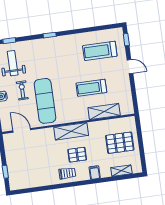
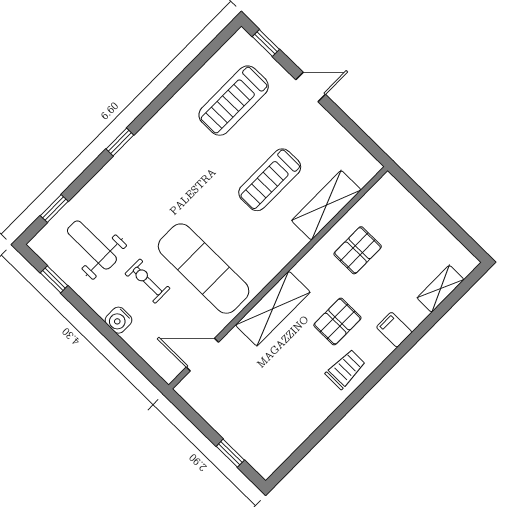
shelving: (71, 131) -> (273, 309), moved
pallet: (120, 143) -> (358, 250), moved, width x0.67, depth x0.71

